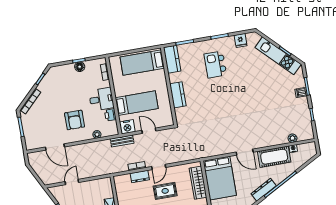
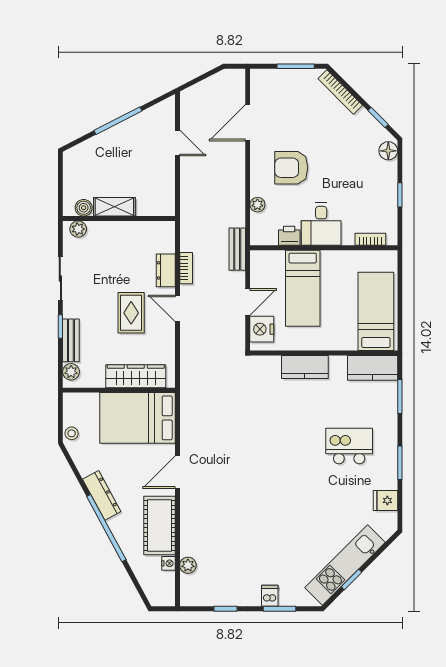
floor lamp: (80, 67) -> (388, 151), moved
nightstand: (127, 127) -> (262, 329), moved

